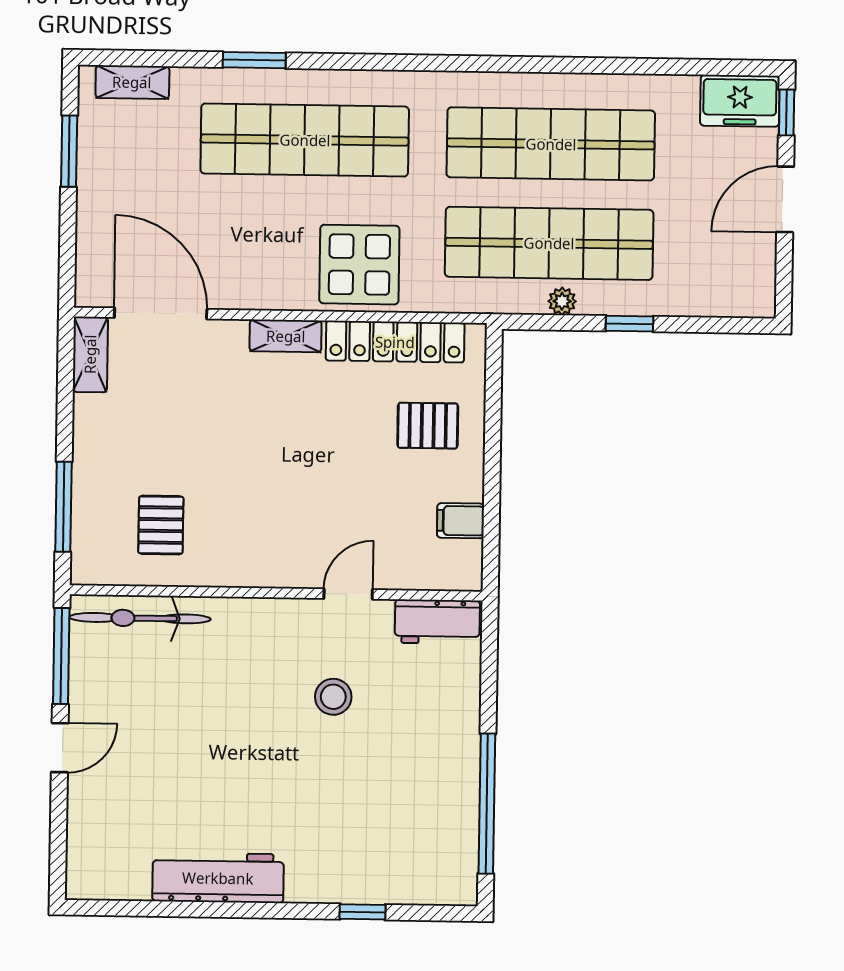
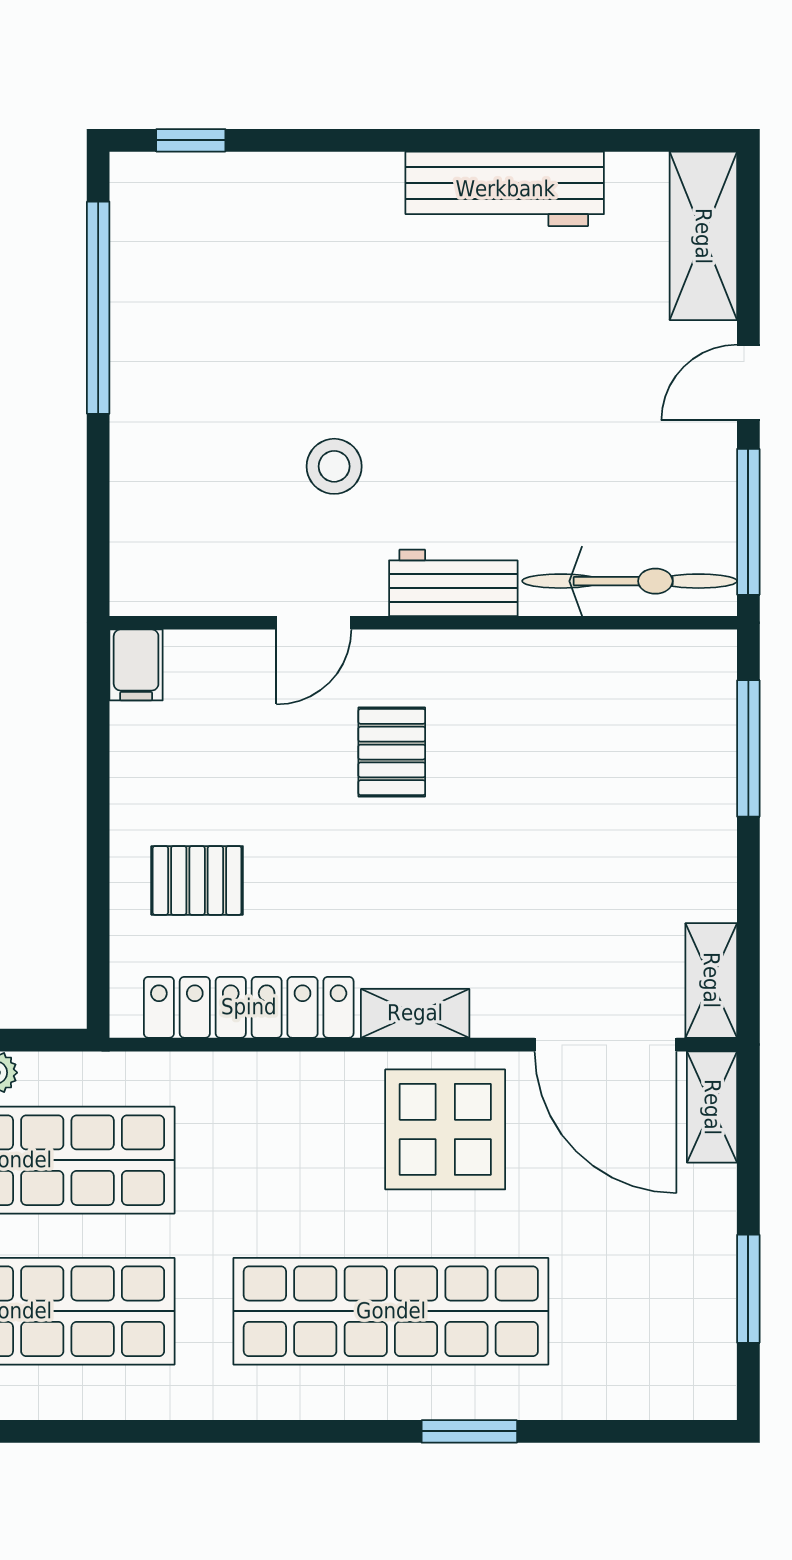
shelving: (132, 82) -> (712, 1107), moved, turned 90
display table: (359, 265) -> (445, 1129), moved
filing cabinet: (461, 521) -> (136, 665), moved, turned 90
pallet: (161, 525) -> (392, 752), moved
workbench: (437, 622) -> (453, 583), moved
shelving: (88, 845) -> (703, 236), added
window: (363, 912) -> (191, 140), moved

